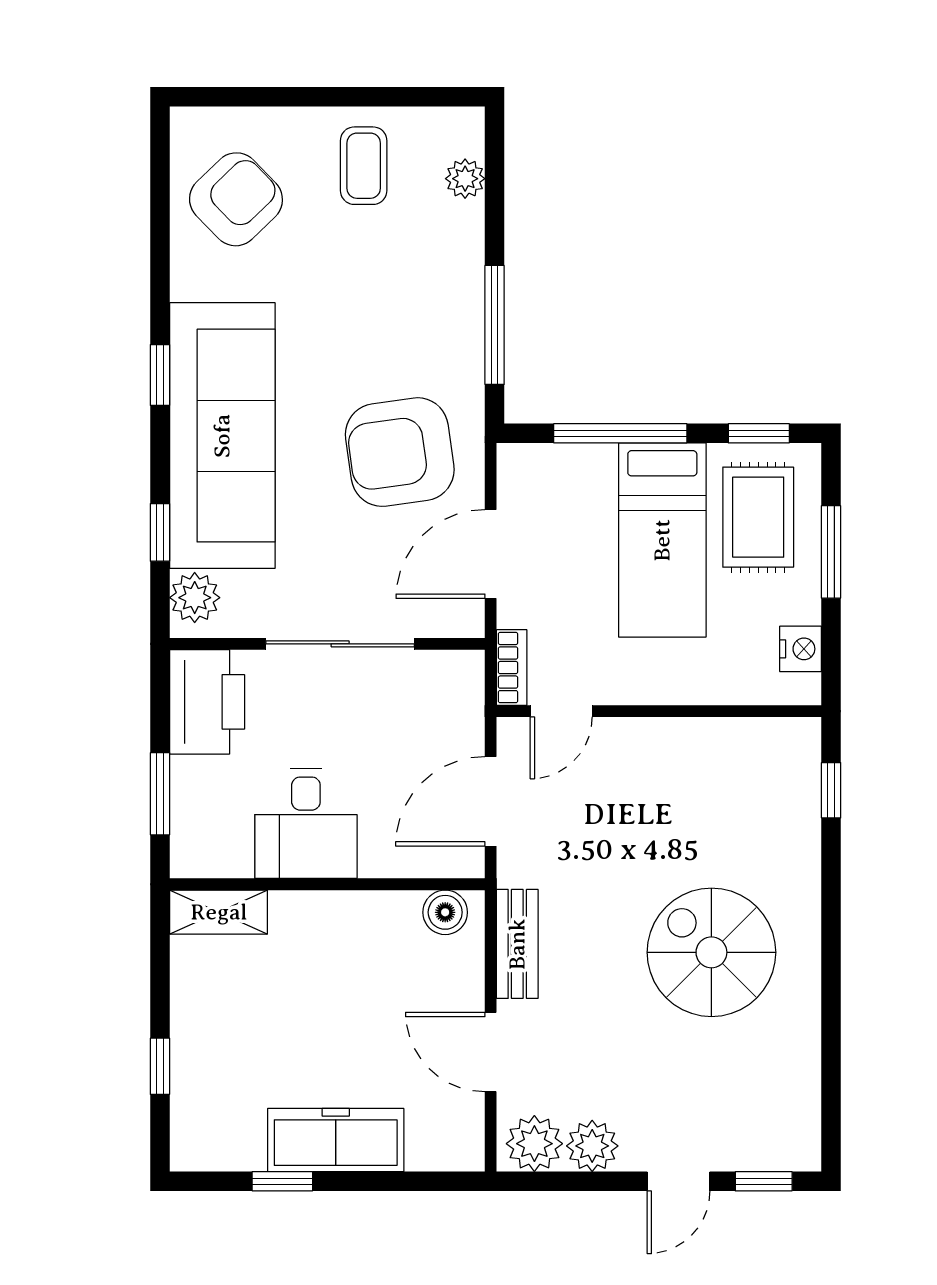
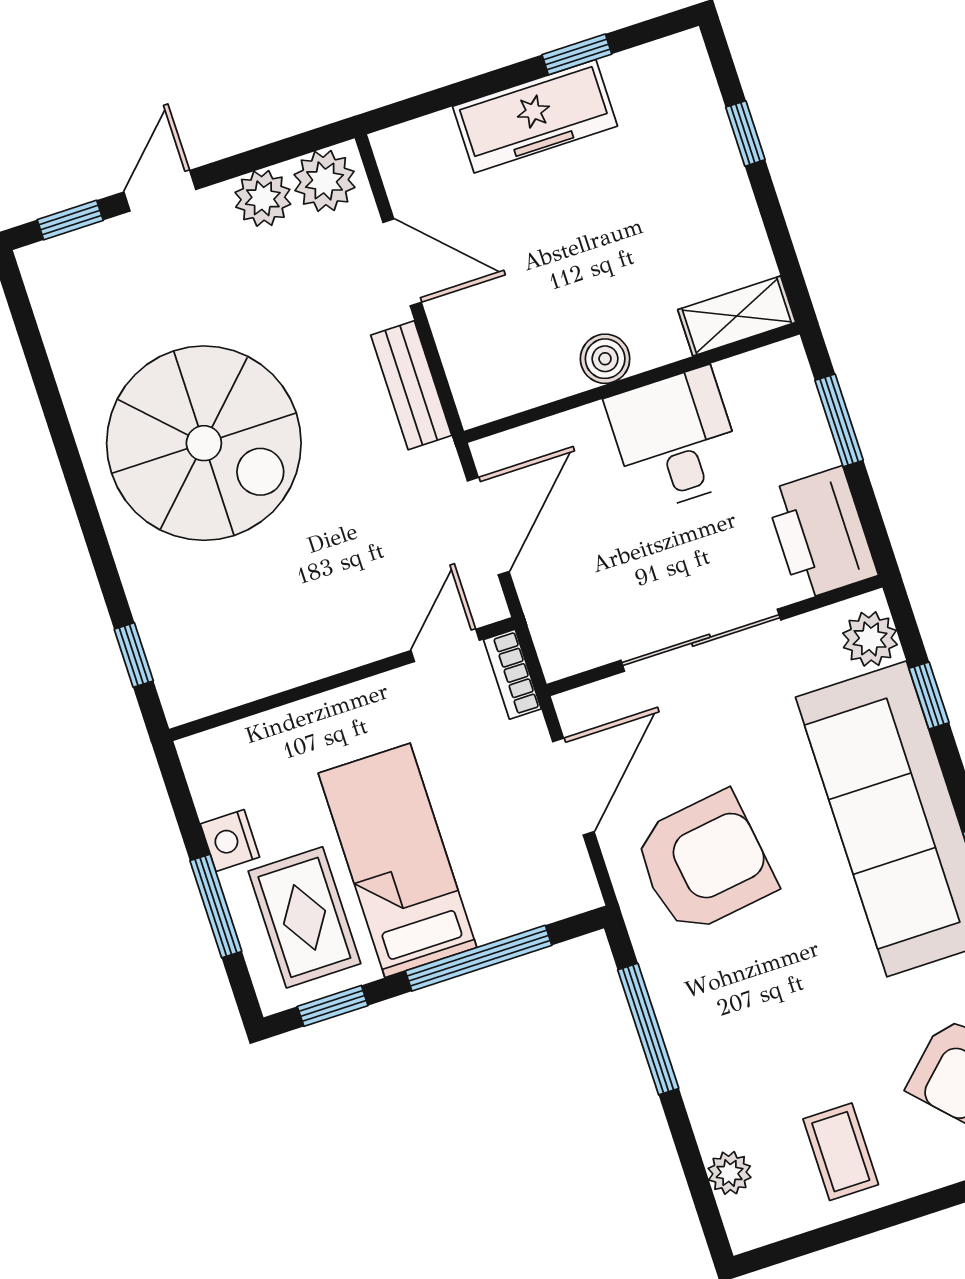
nightstand: (801, 649) -> (230, 841), moved
boiler: (445, 912) -> (605, 359), moved
spiral stairs: (711, 952) -> (204, 443), width x1.37, depth x1.37

